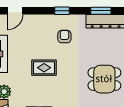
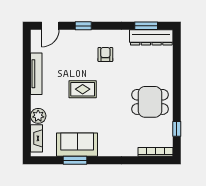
window: (62, 11) -> (83, 26), moved

